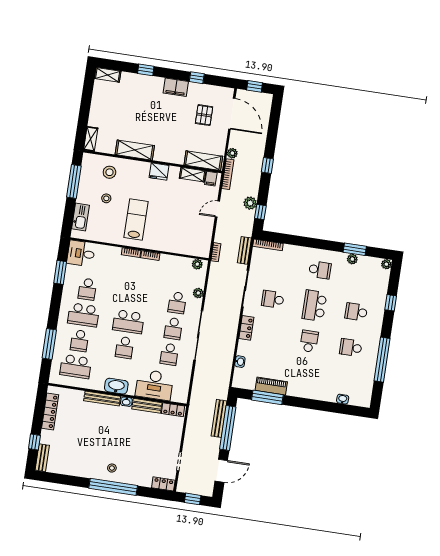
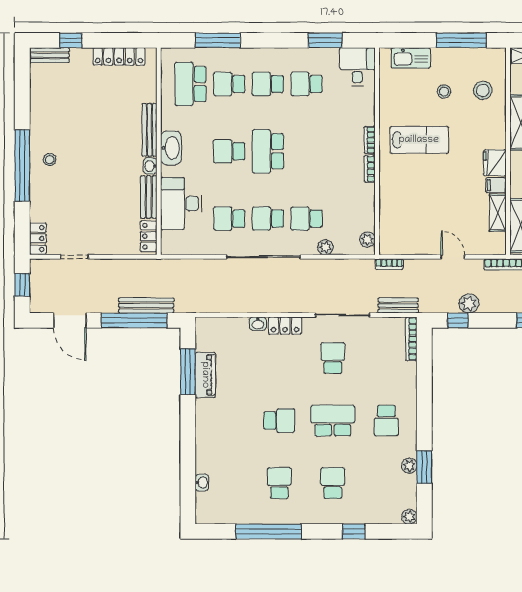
filing cabinet: (211, 179) -> (496, 185), moved
school desk: (83, 315) -> (268, 84), width x0.54
washbasin: (240, 362) -> (258, 324), moved

